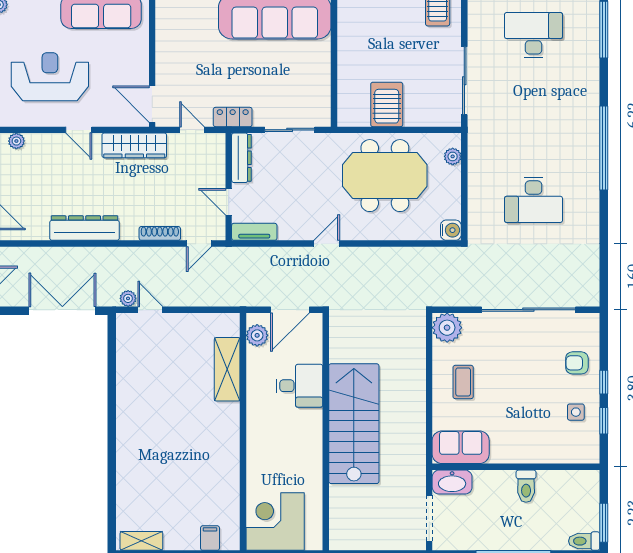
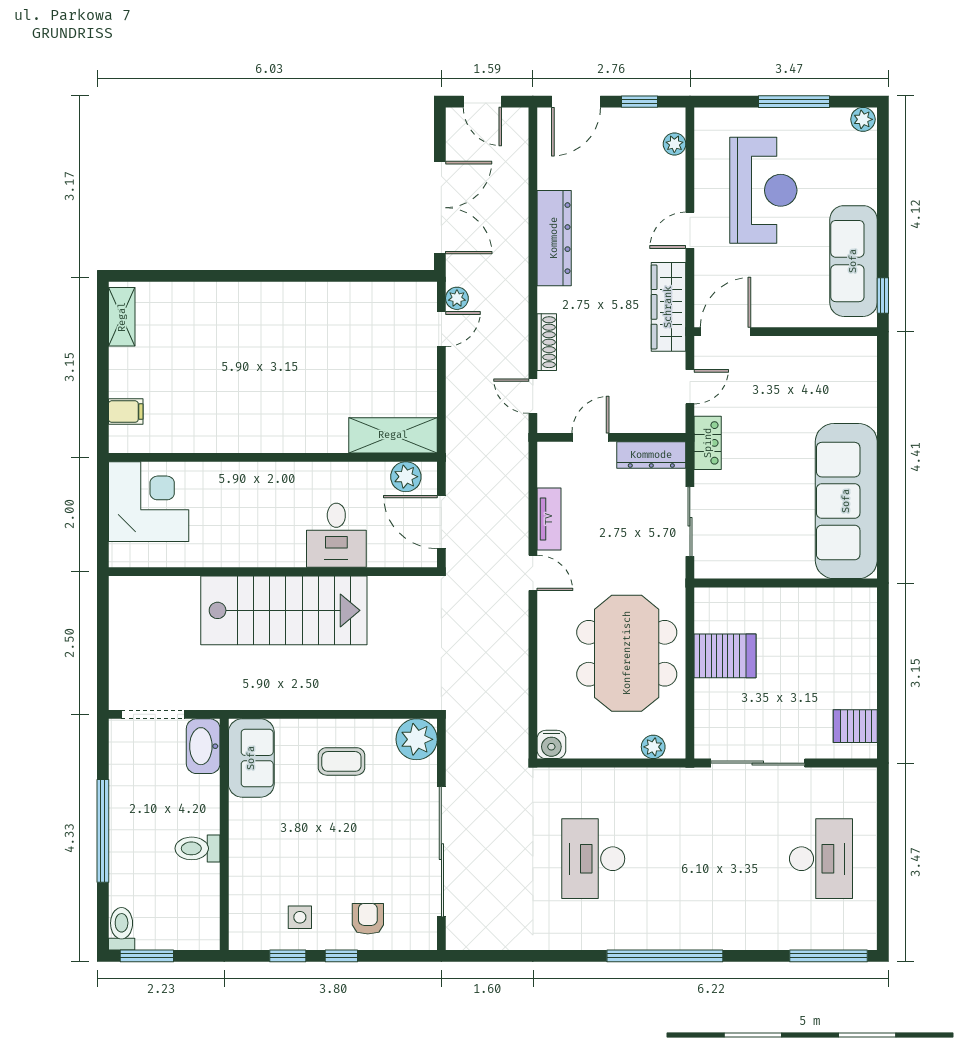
tv unit: (254, 232) -> (549, 519), moved
shelving: (227, 369) -> (393, 435), moved

